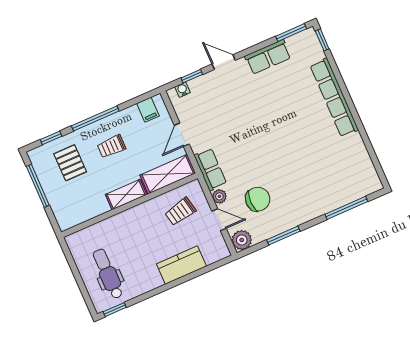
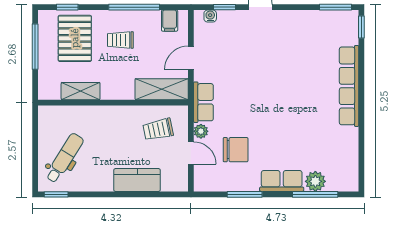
row of seats: (268, 57) -> (282, 181), moved, turned 180
window: (95, 118) -> (134, 7), moved
pallet: (70, 163) -> (75, 38), width x1.50, depth x1.42
shelving: (126, 194) -> (81, 91), moved
plant: (242, 240) -> (315, 181), moved
dental chair: (108, 274) -> (65, 158), turned 32

